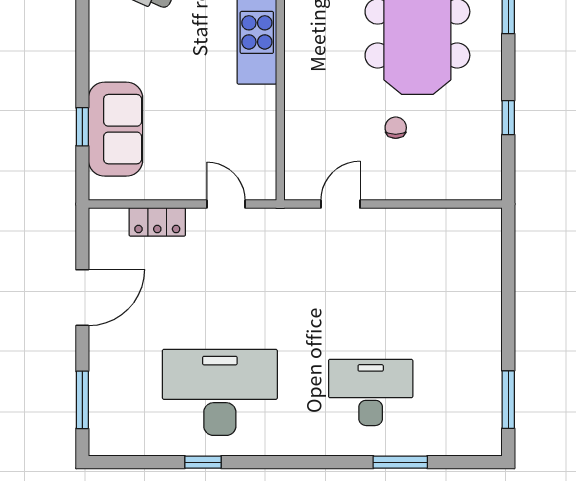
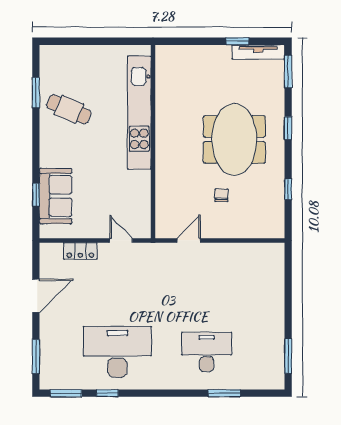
window: (133, 462) -> (66, 393), added

